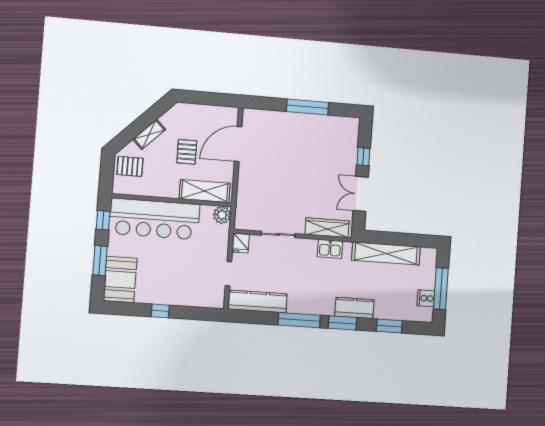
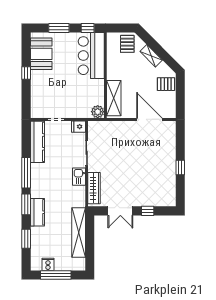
window: (307, 107) -> (180, 168), width x0.46
pallet: (187, 152) -> (166, 84), moved
double door: (361, 194) -> (120, 211), swing flipped
bar counter: (154, 219) -> (91, 56), width x0.73
kitchen sink: (330, 249) -> (79, 177), moved
booth: (120, 280) -> (41, 54), moved, turned 90

